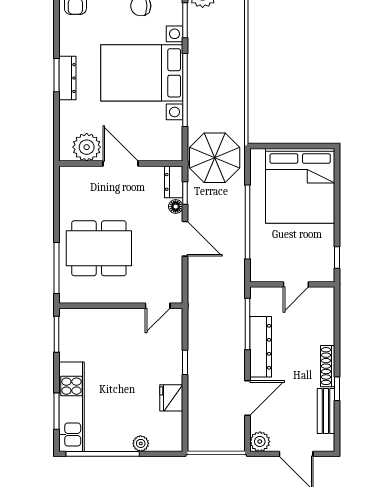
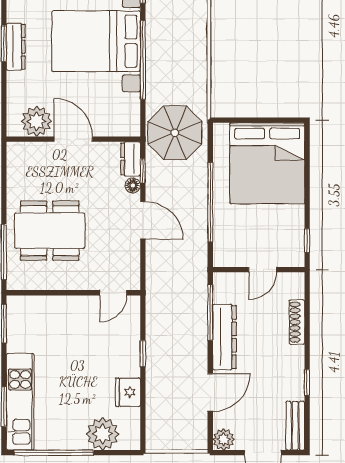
shoe rack: (328, 366) -> (297, 322), moved
bench: (326, 411) -> (295, 426), moved
plant: (141, 443) -> (103, 434), width x1.87, depth x1.87

